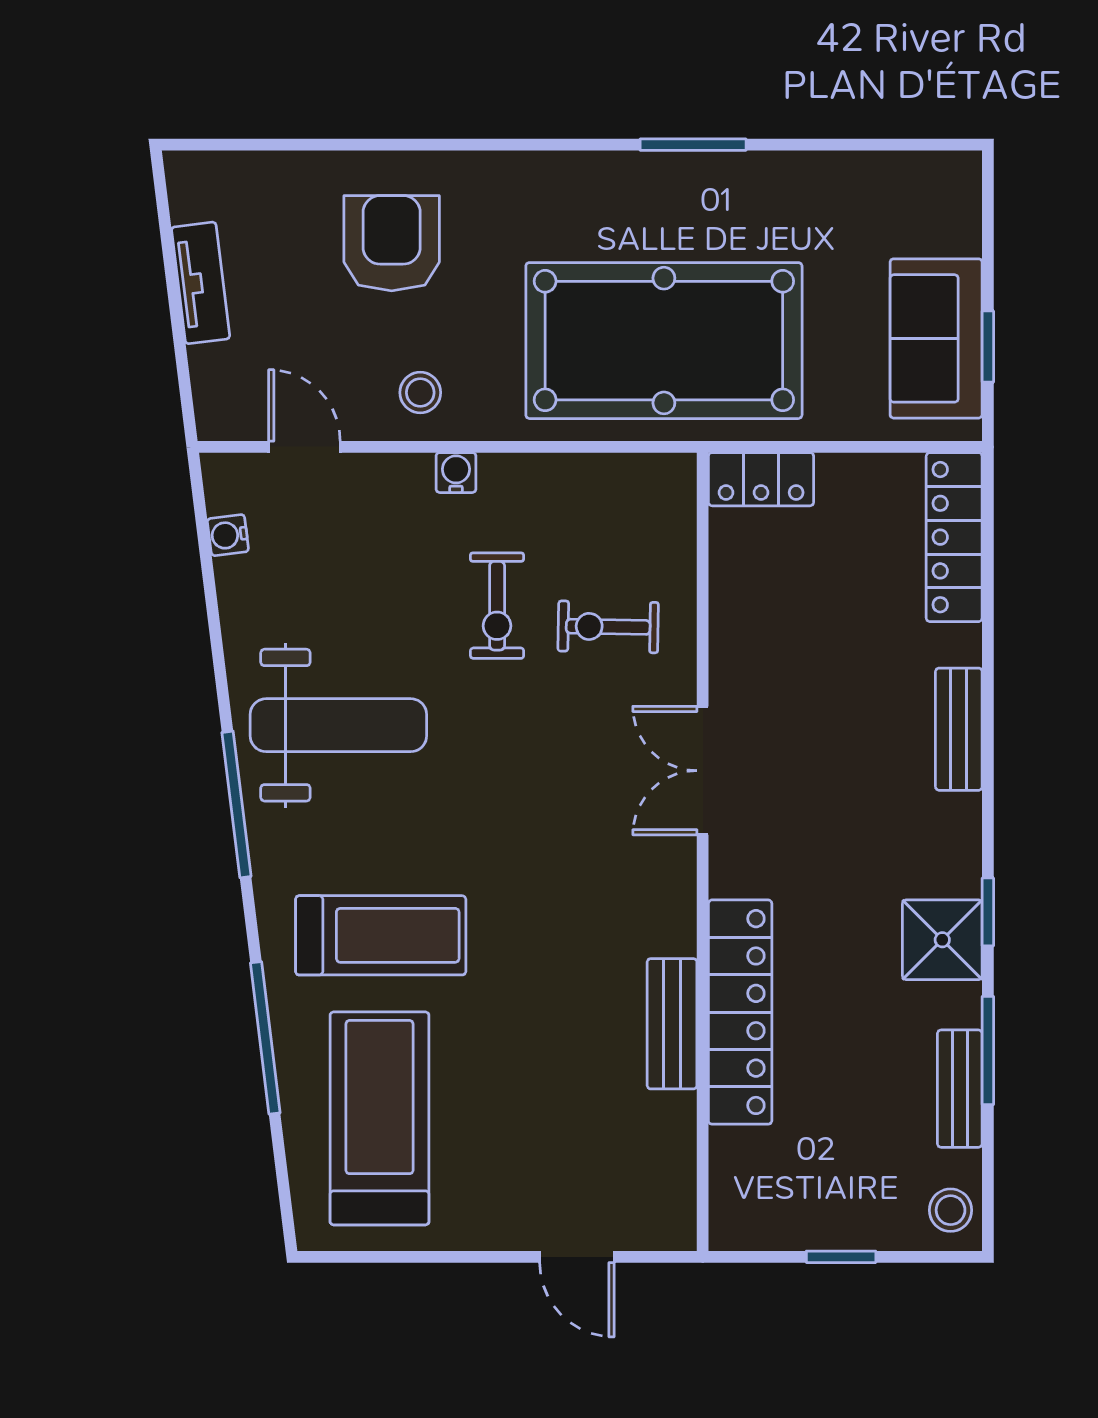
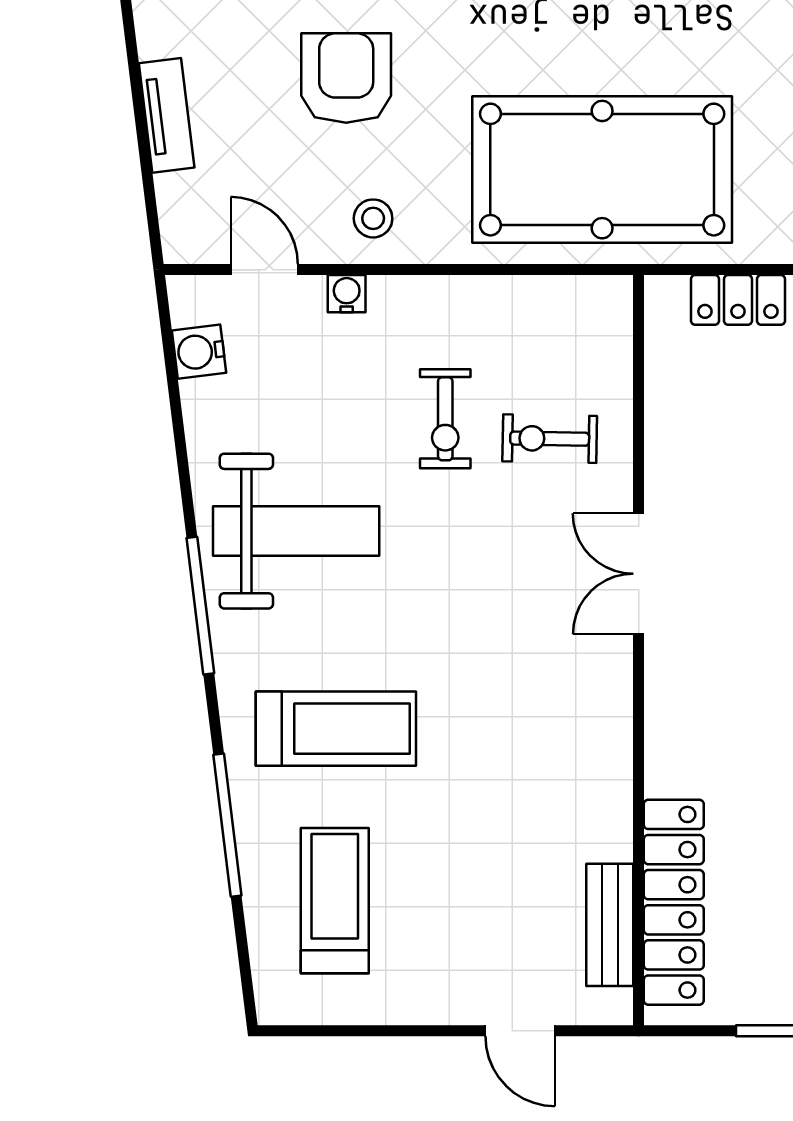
water cooler: (456, 473) -> (347, 294), moved
locker: (761, 479) -> (738, 300), moved
water cooler: (228, 535) -> (199, 352), width x1.38, depth x1.38
locker: (740, 1012) -> (674, 902), moved
bench: (672, 1024) -> (610, 925), moved
treadmill: (379, 1118) -> (335, 901), width x0.73, depth x0.73

